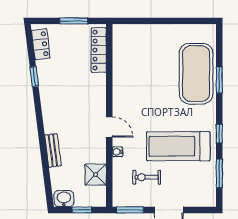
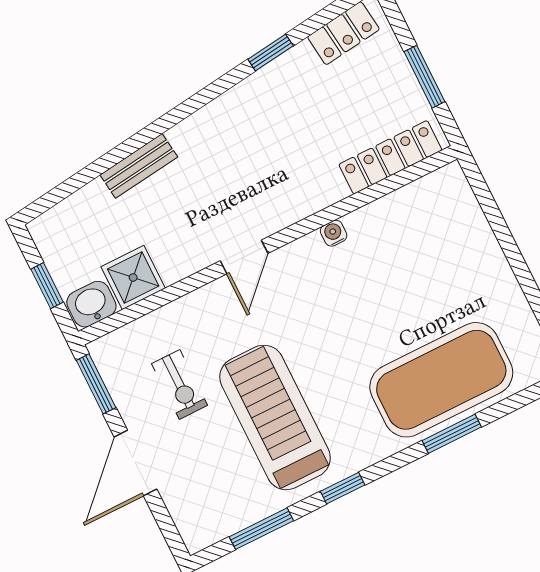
water cooler: (117, 152) -> (334, 233), moved
exercise bike: (147, 177) -> (180, 385), turned 180
washbasin: (64, 199) -> (91, 304), moved, turned -90

